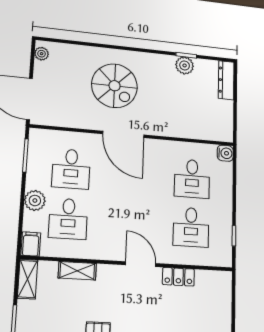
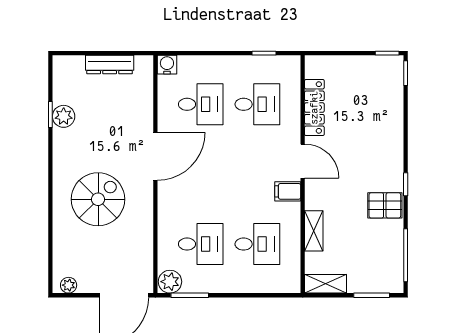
dresser: (226, 80) -> (110, 64), moved
door: (123, 134) -> (155, 156), moved
plant: (35, 200) -> (170, 282), moved
filing cabinet: (31, 244) -> (288, 191), moved
door: (141, 264) -> (303, 161), swing flipped
locker: (178, 277) -> (314, 108), width x1.53

